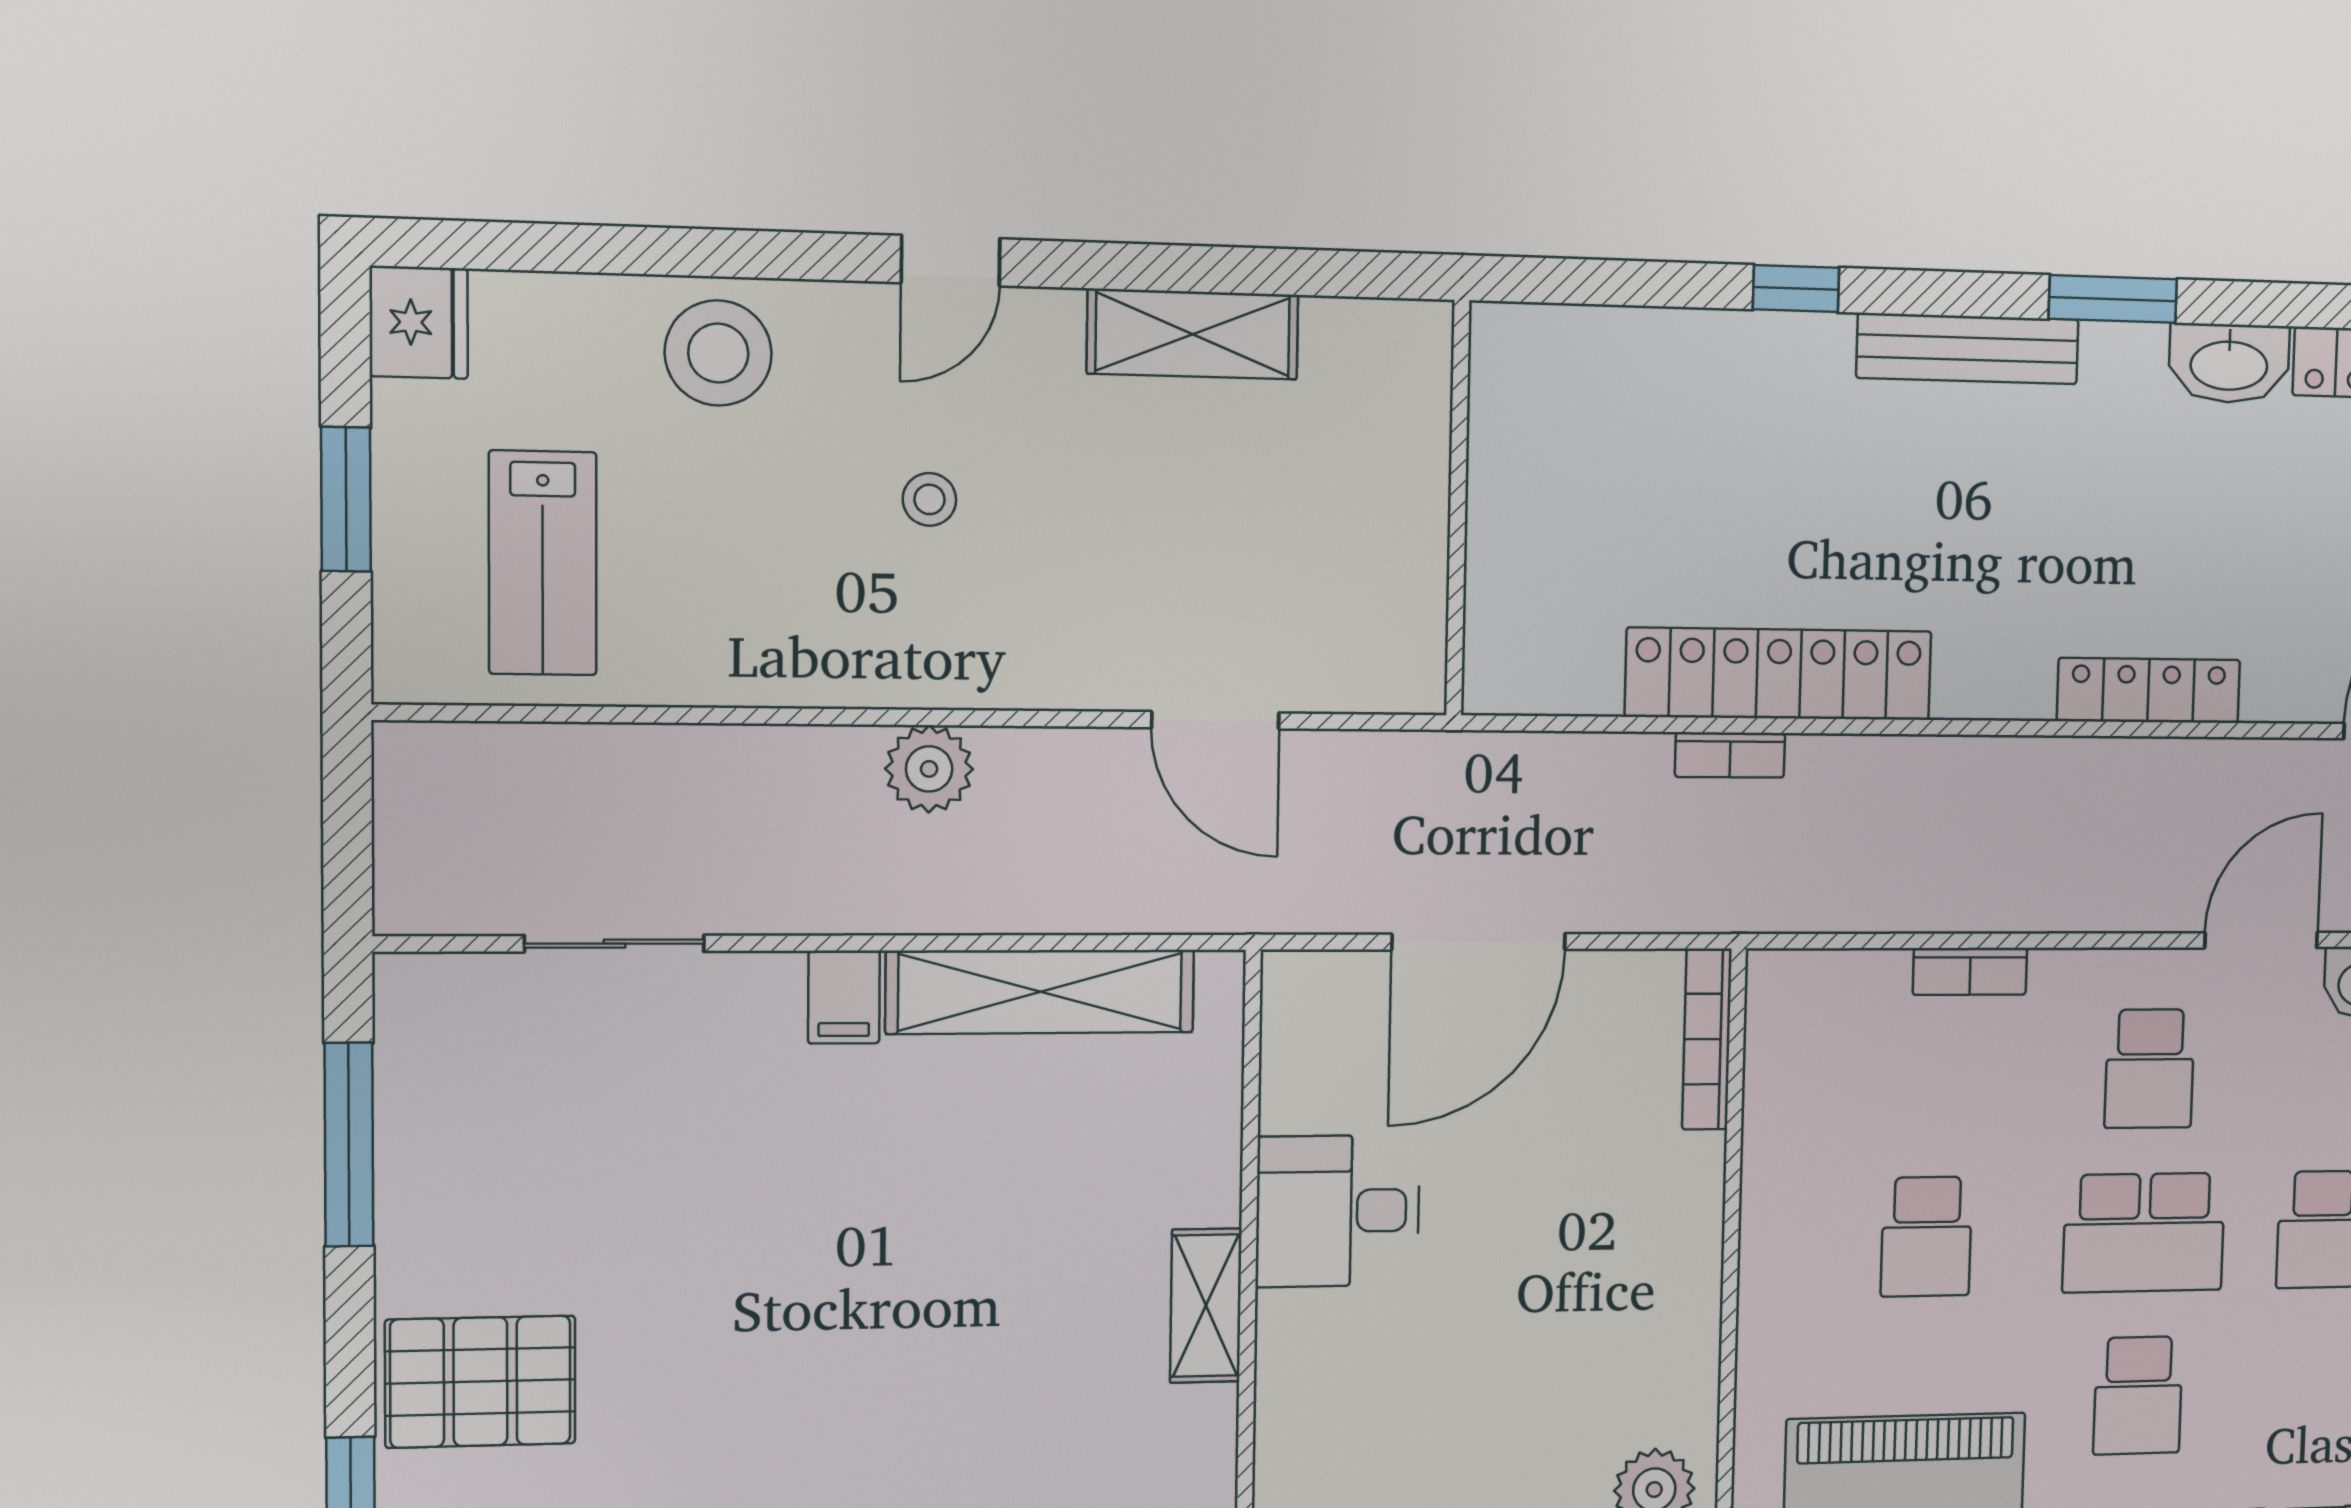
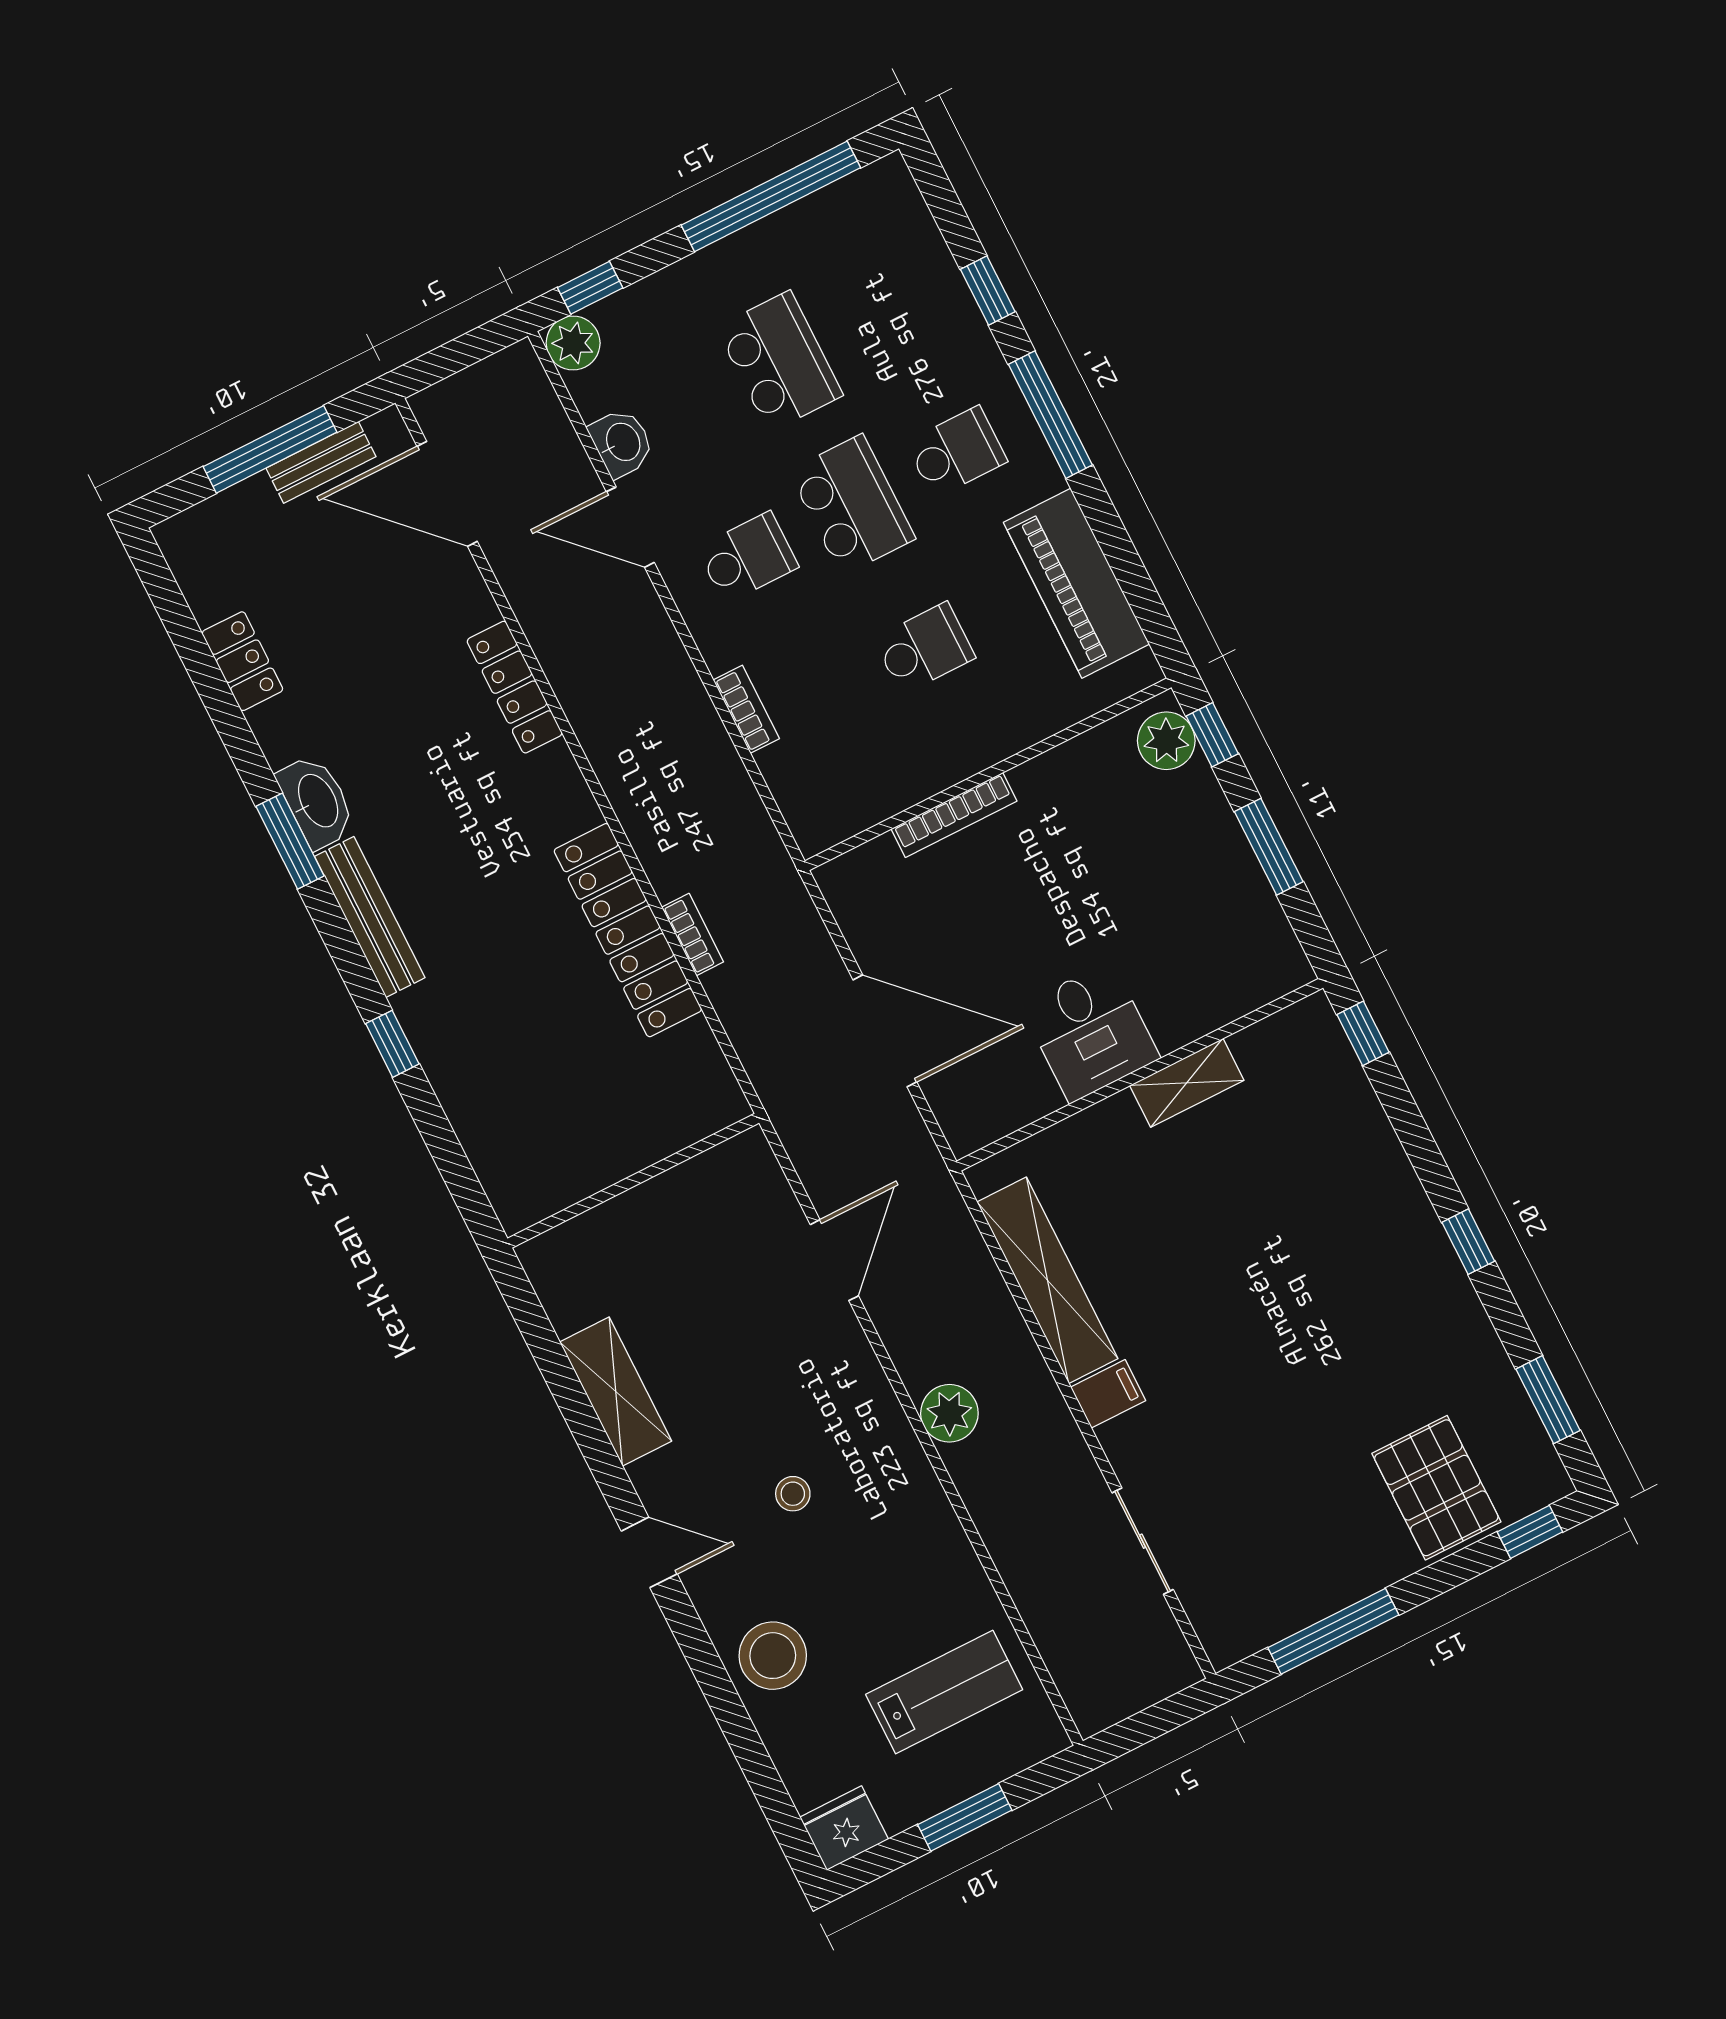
washbasin: (2229, 363) -> (317, 801), moved
bookcase: (1707, 1039) -> (954, 815), moved

